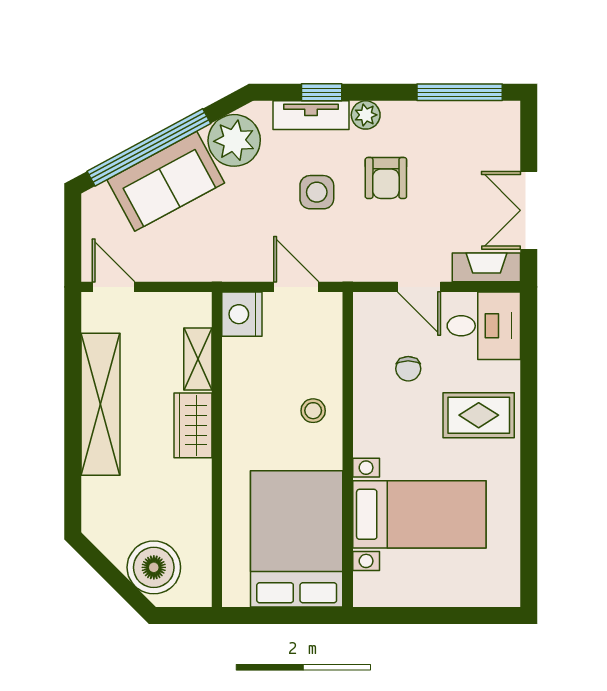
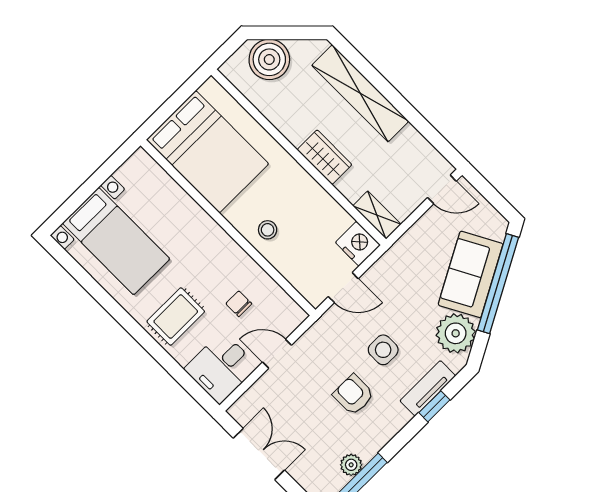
plant: (366, 115) -> (351, 465), moved
fireplace: (486, 267) -> (251, 401), removed
shelving: (198, 359) -> (377, 215), moved
shelving: (101, 404) -> (360, 93), moved
bed with nightstands: (419, 514) -> (116, 241), moved, turned -90

